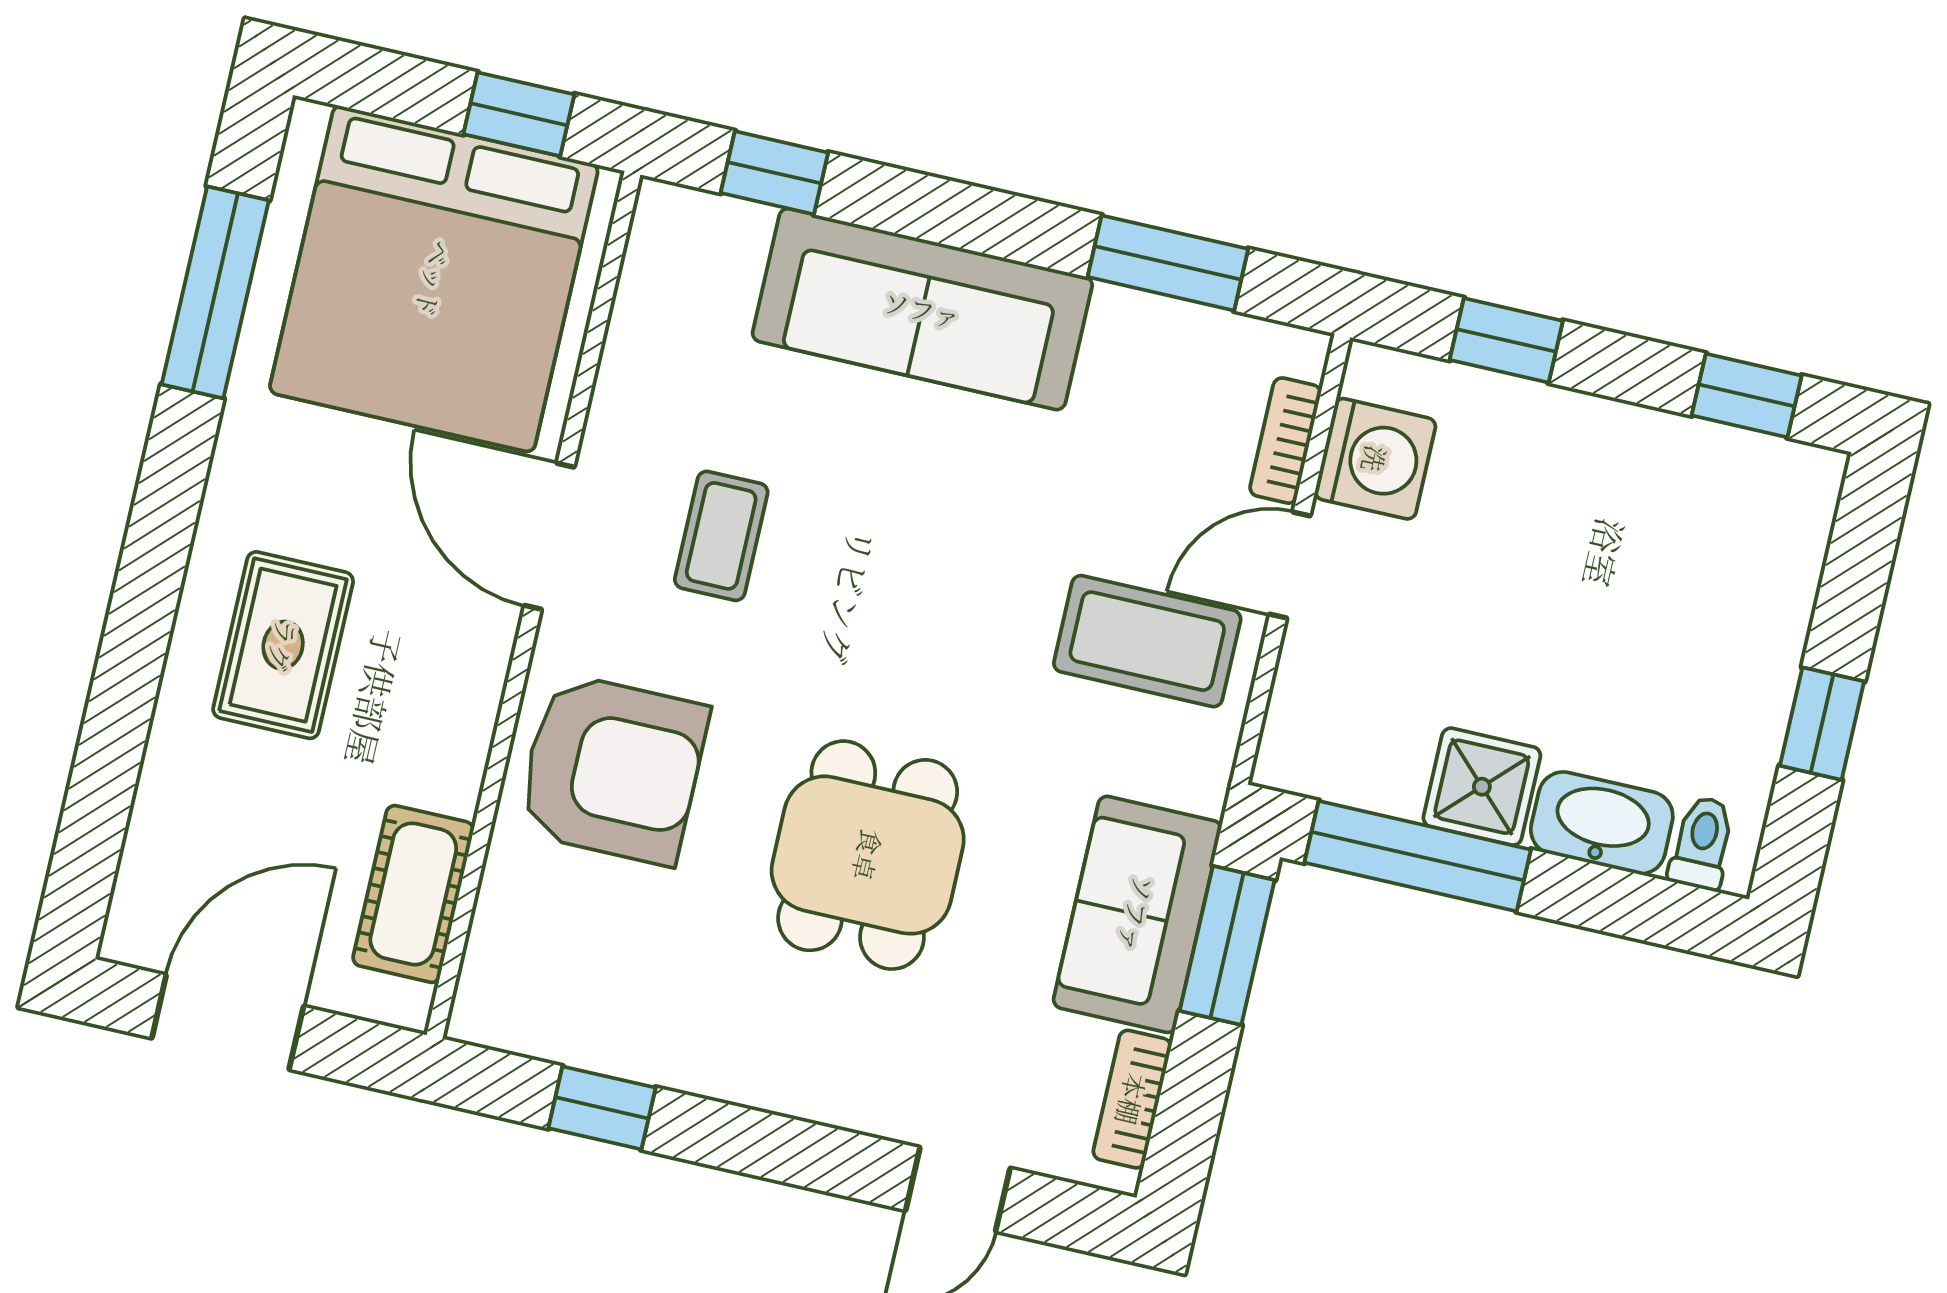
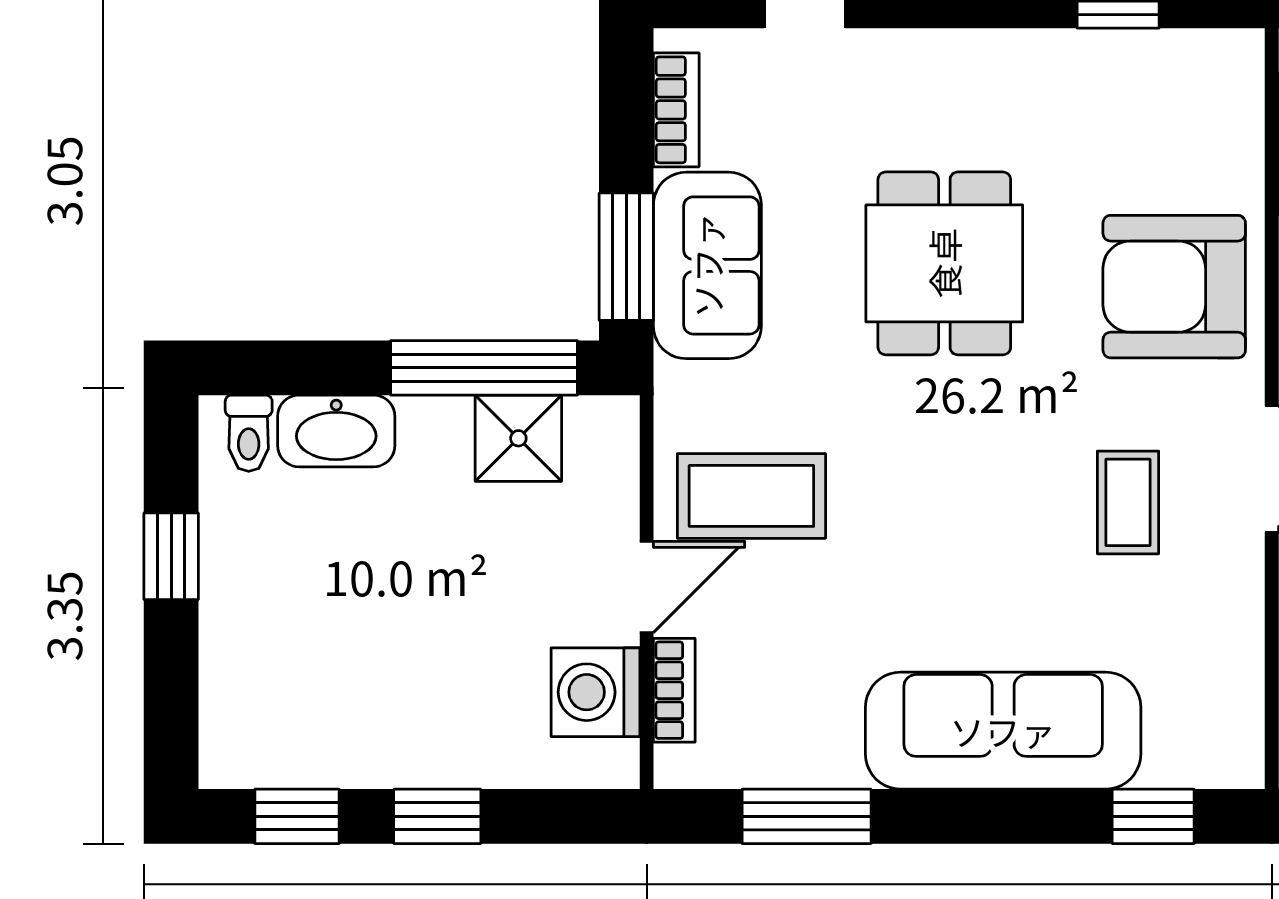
window: (1506, 340) -> (437, 816), moved
shower: (1482, 787) -> (518, 438), moved

